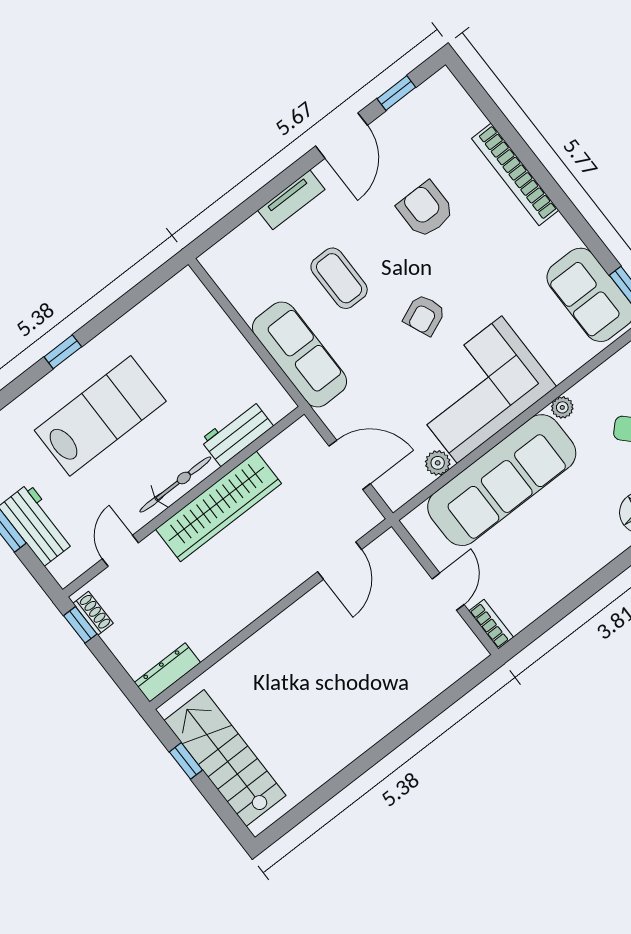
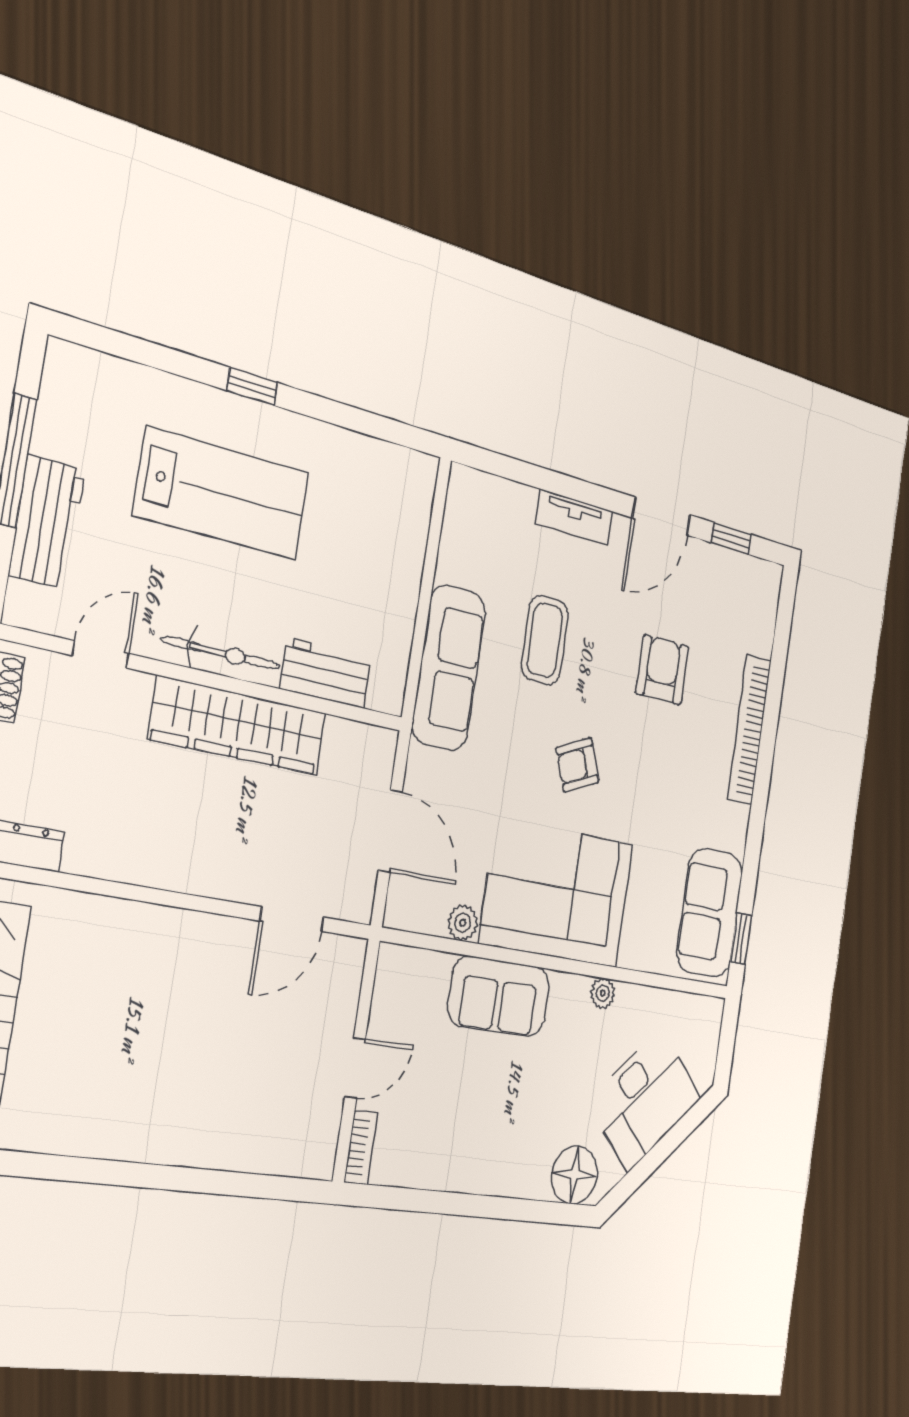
sofa: (502, 480) -> (499, 996), width x0.54, depth x0.79

